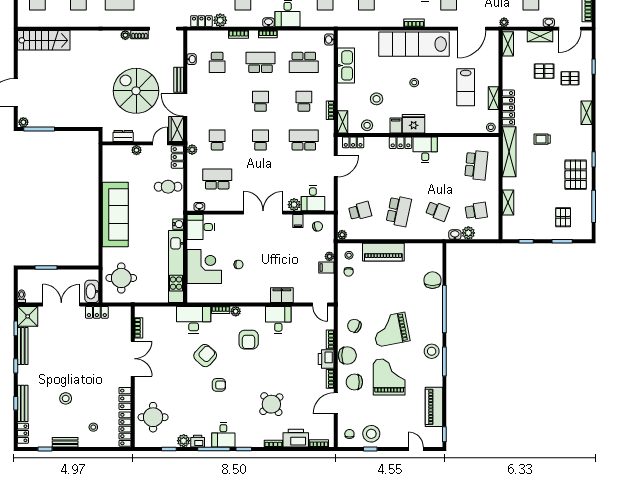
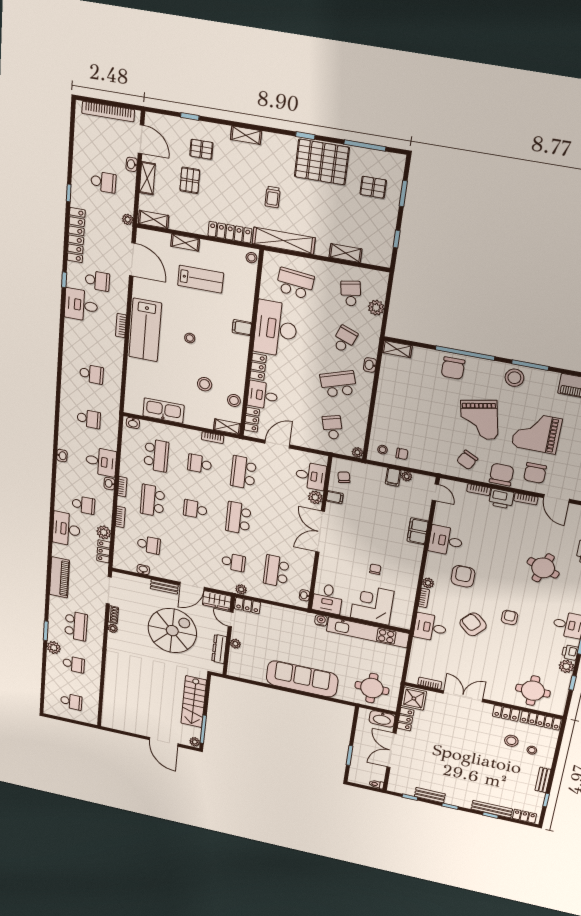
stairs: (44, 40) -> (194, 702), moved, turned 180
lab bench: (414, 44) -> (145, 330), width x0.73
pallet: (570, 78) -> (201, 149), turned 90
spiral stairs: (136, 91) -> (172, 631), turned 180
shelving: (494, 98) -> (185, 243), moved
fridge: (414, 124) -> (238, 348), removed
filing cabinet: (396, 126) -> (242, 328), moved
dresser: (123, 136) -> (219, 649), width x1.44
school desk: (217, 140) -> (233, 562), turned 180
school desk: (261, 140) -> (238, 518), width x1.85
desk: (376, 149) -> (263, 395), added
desk: (425, 150) -> (276, 329), width x1.87, depth x1.30
door: (336, 166) -> (277, 444), hinge flipped
pallet: (576, 175) -> (322, 162), width x1.37, depth x1.41
cafe table: (168, 187) -> (279, 622), removed
school desk: (399, 211) -> (338, 384), turned -30
washbasin: (455, 235) -> (370, 365), moved
piano: (383, 252) -> (385, 411), removed
shelving: (437, 255) -> (397, 349), added
plant: (329, 256) -> (407, 476), moved
chair: (432, 280) -> (453, 368), moved, turned -90
door: (320, 305) -> (435, 492), hinge flipped
shower: (28, 316) -> (414, 699), moved
desk: (194, 320) -> (430, 627), width x0.73
armchair: (249, 340) -> (463, 576), turned -90
bench: (23, 346) -> (430, 795), width x0.73
stool: (66, 398) -> (511, 741), moved
round table: (271, 404) -> (543, 568), turned -30

